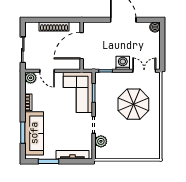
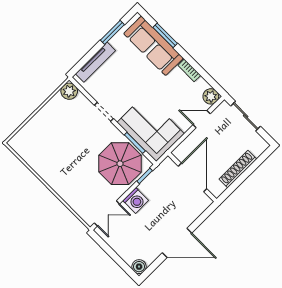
parasol: (133, 104) -> (120, 164), moved
plant: (101, 141) -> (69, 91), moved

